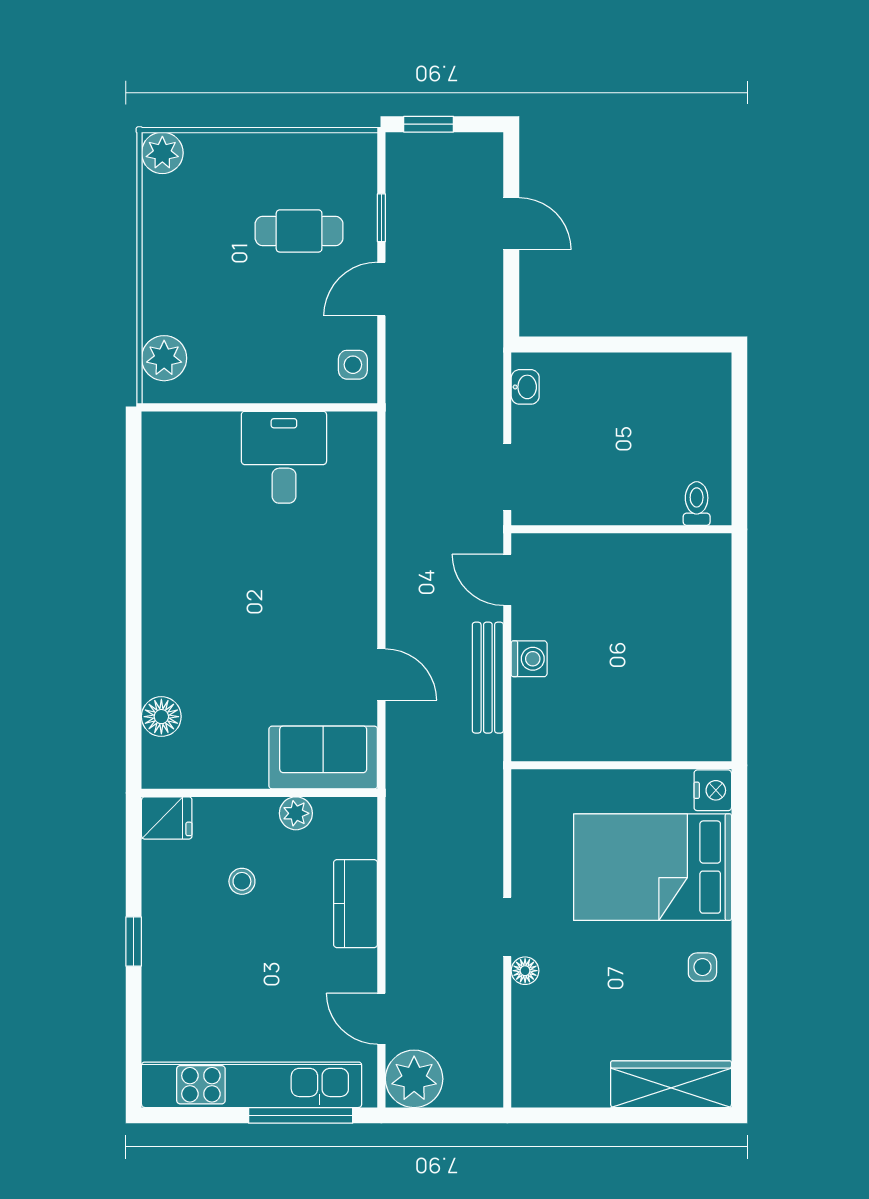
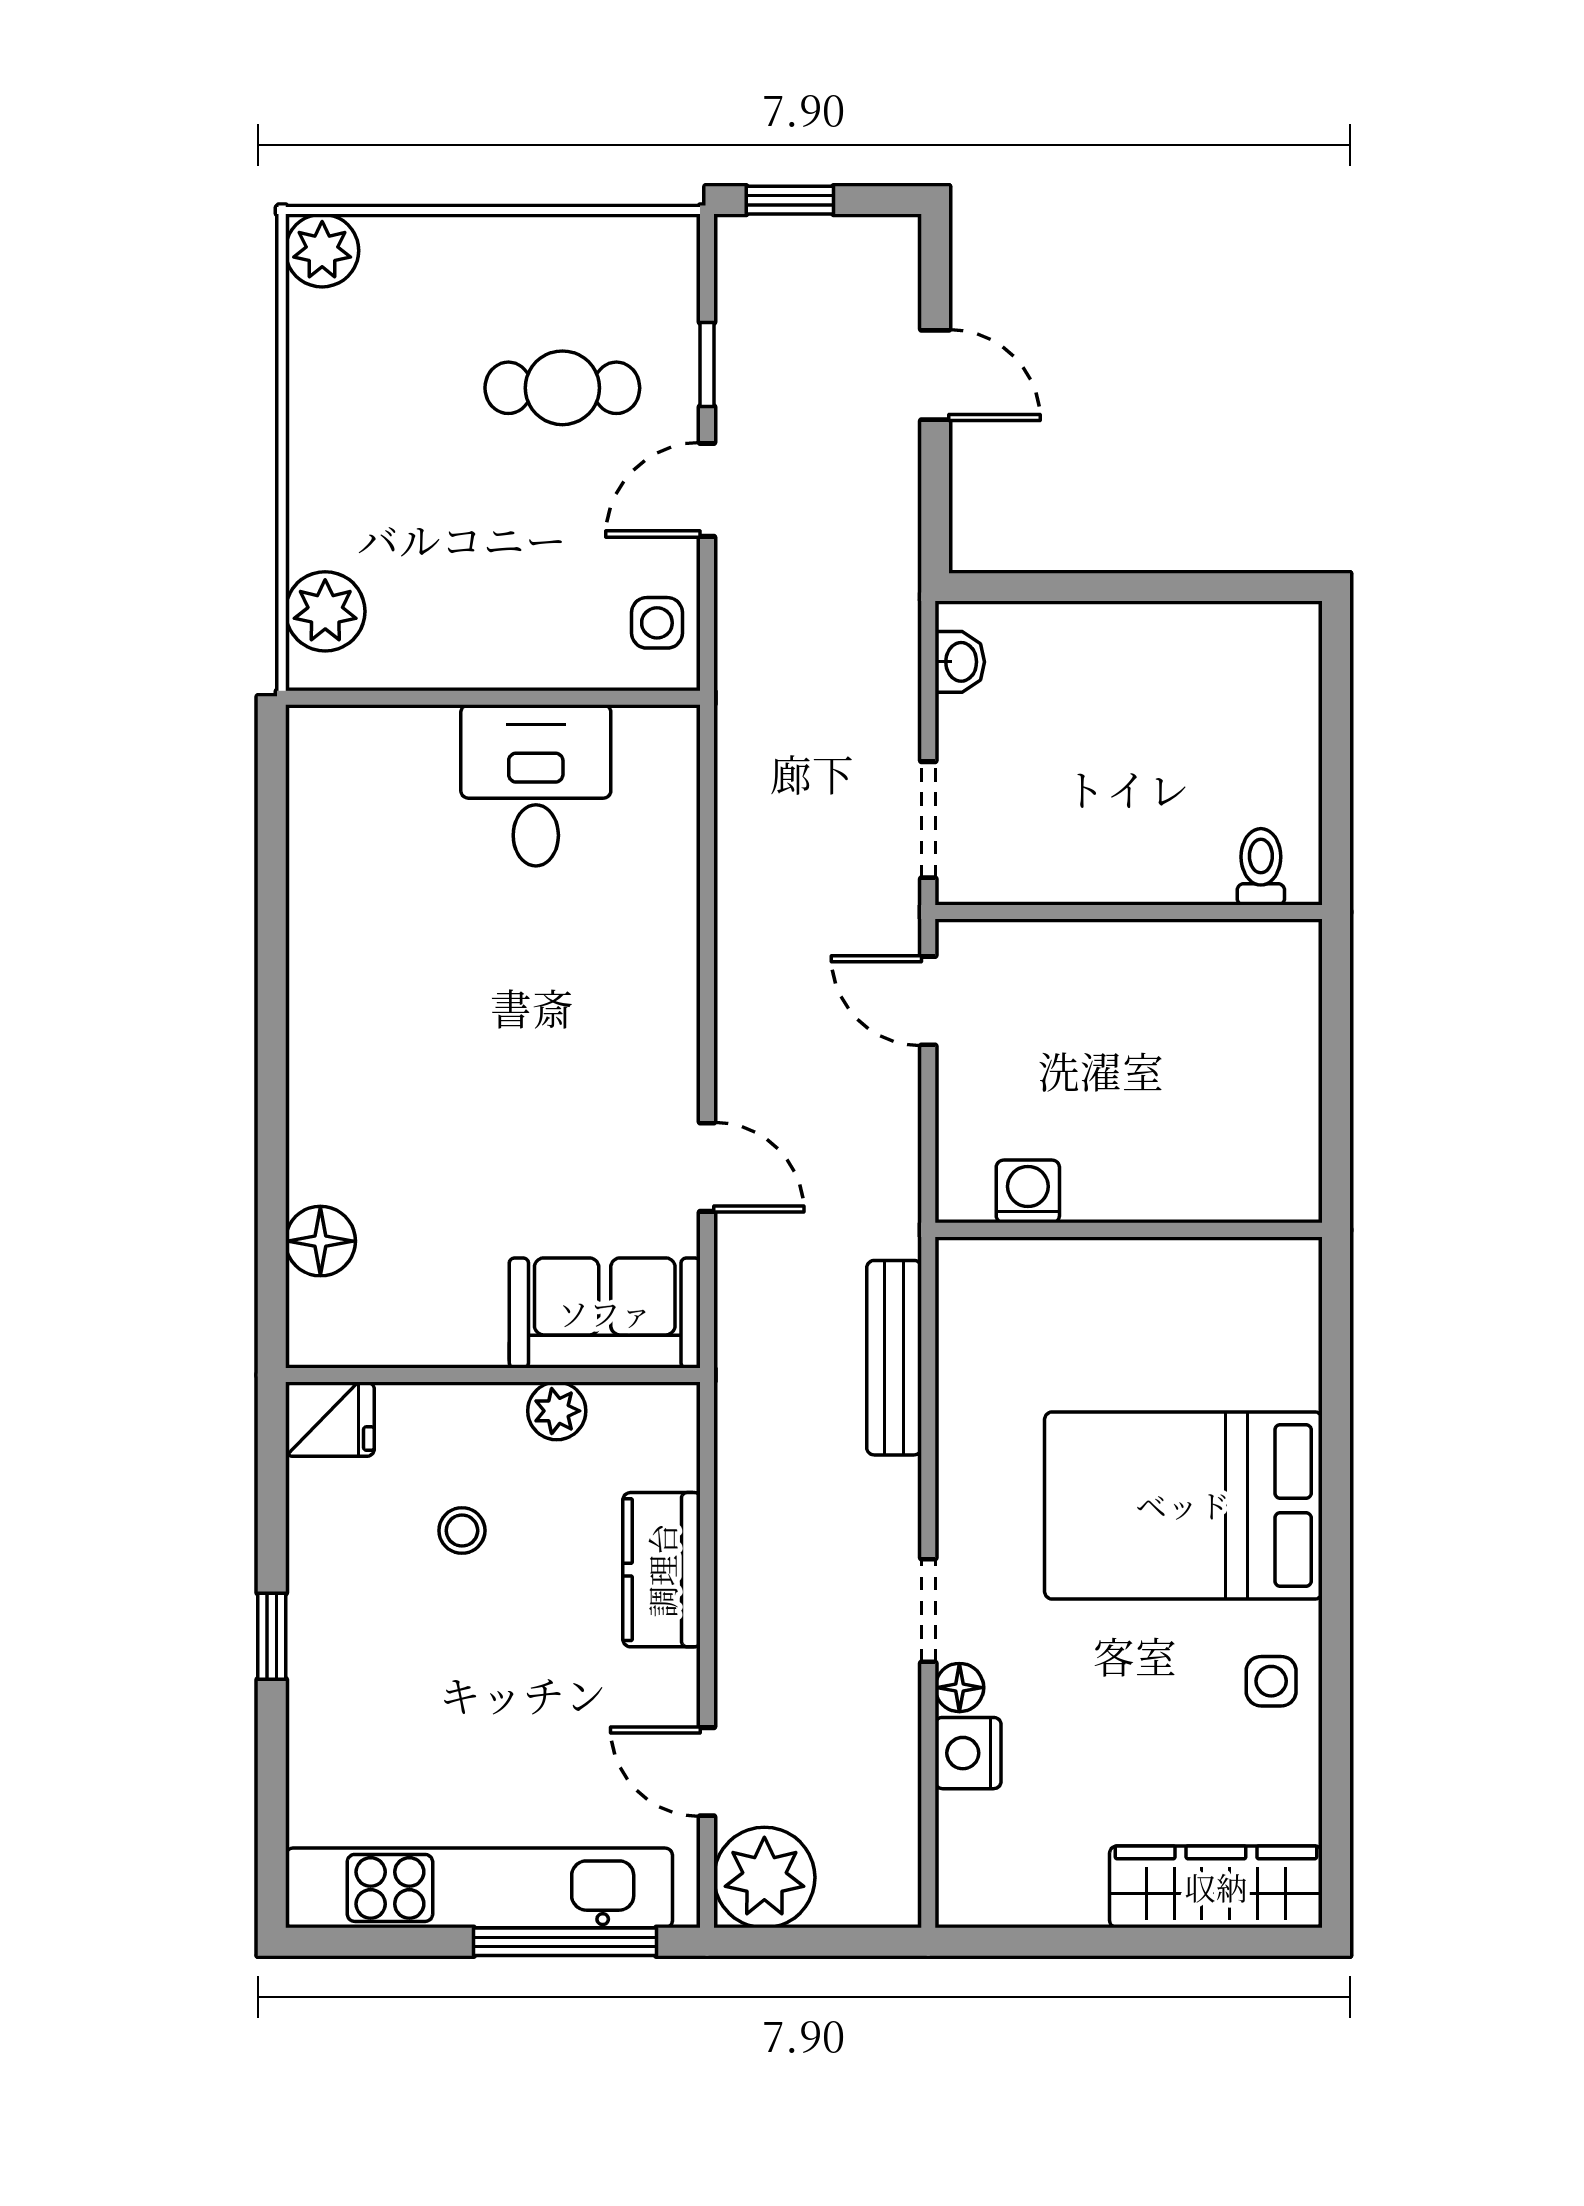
washing machine: (529, 659) -> (1028, 1191), moved, turned -90
bench: (488, 678) -> (894, 1358), moved
wall: (621, 765) -> (1129, 1230), moved
nightstand: (713, 790) -> (968, 1753), moved, turned 180

